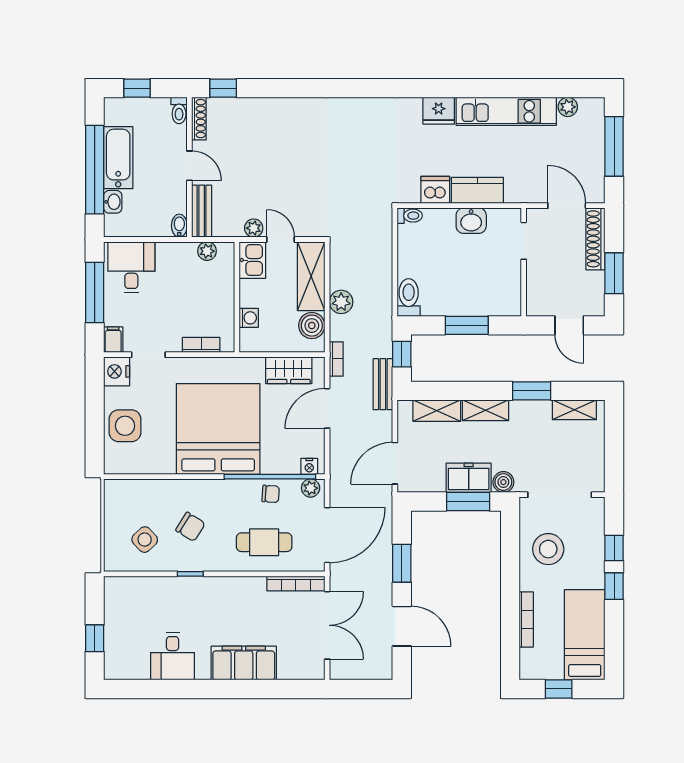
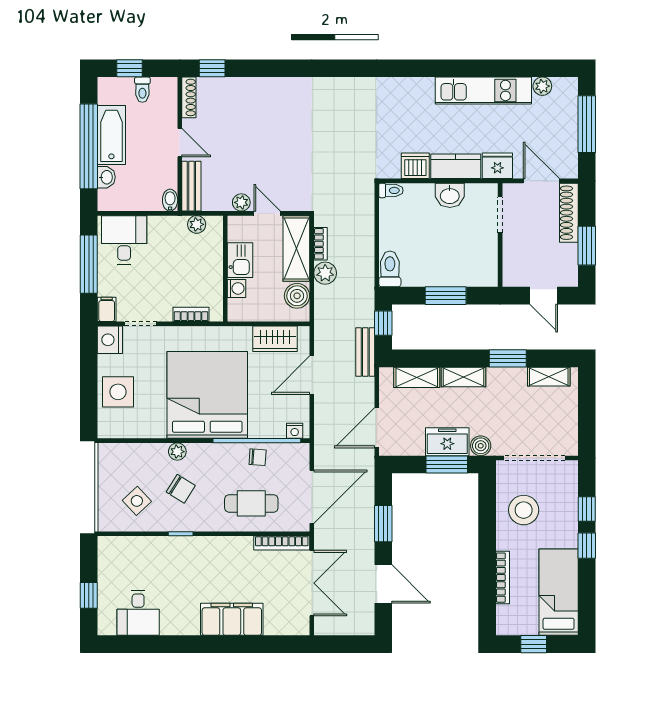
toilet: (179, 110) -> (142, 90), moved
fridge: (439, 111) -> (497, 166), moved, turned 180
kitchen sink: (252, 260) -> (240, 260), moved
bookcase: (336, 359) -> (321, 244), moved
plant: (311, 488) -> (177, 452), moved
desk: (173, 656) -> (138, 613), moved

